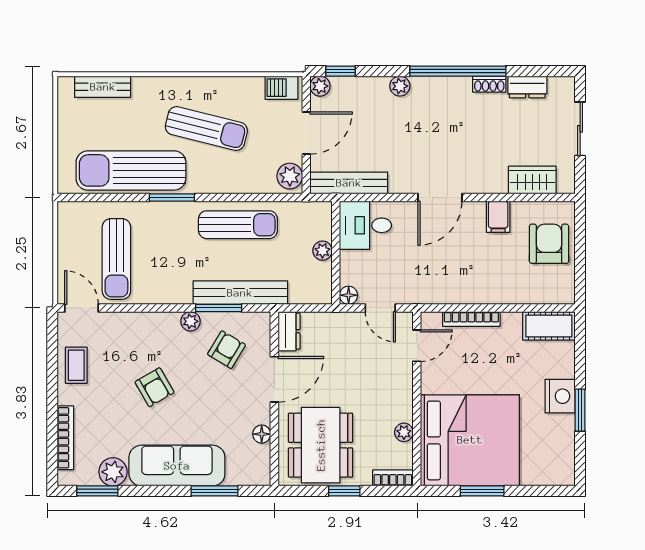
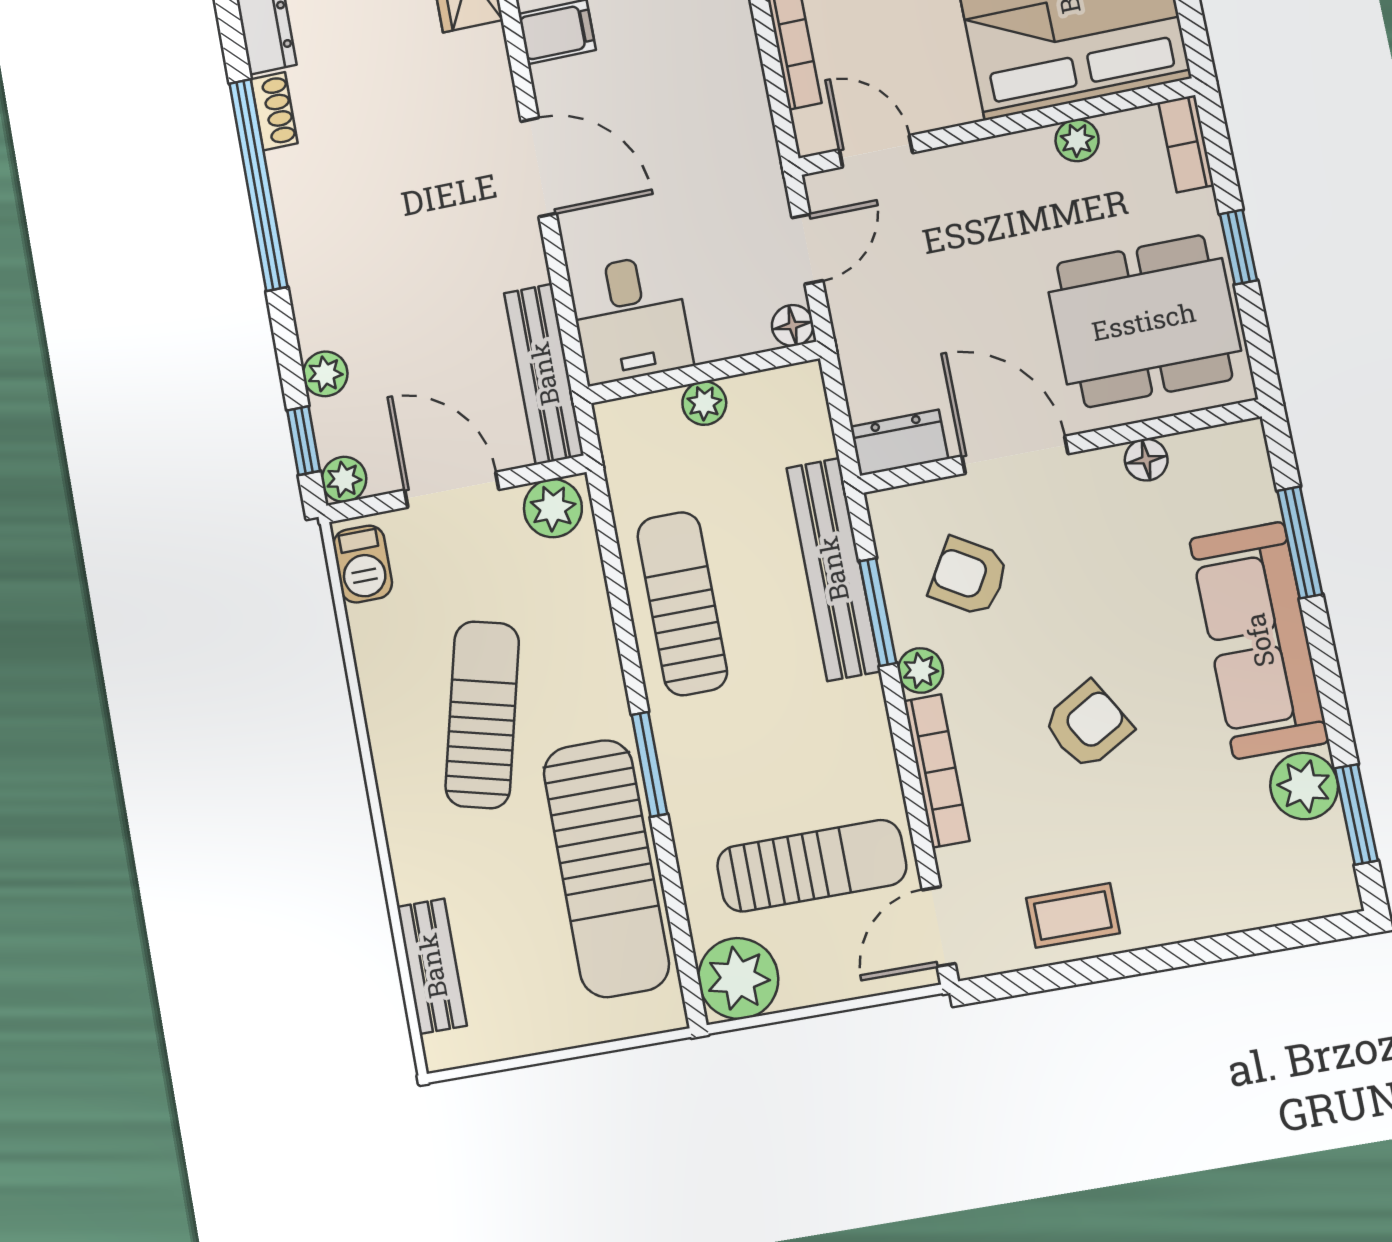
plant: (400, 86) -> (325, 374), moved
plant: (74, 219) -> (738, 978), added
bookcase: (65, 438) -> (937, 771), moved, turned 90

